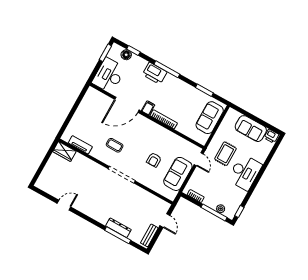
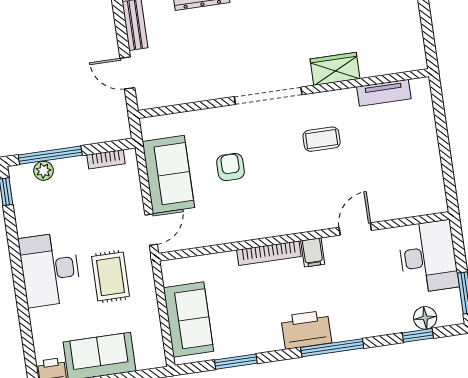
printer: (155, 73) -> (306, 330), moved
door: (127, 105) -> (355, 229), width x0.53
wardrobe: (64, 151) -> (335, 69), moved
door: (199, 159) -> (151, 230), swing flipped

